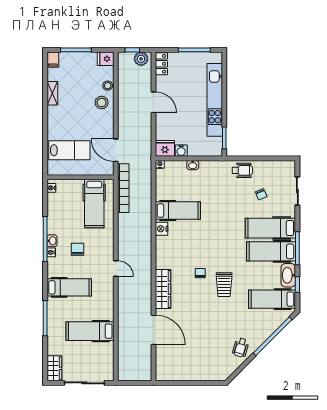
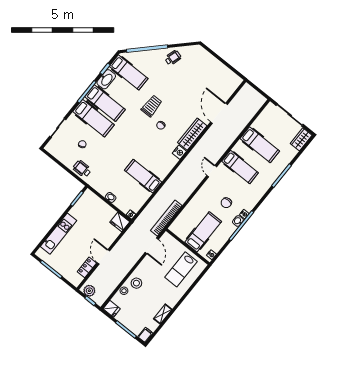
locker: (161, 64) -> (87, 267), moved
kitchen unit: (215, 100) -> (59, 234), width x0.73
lab bench: (69, 150) -> (181, 269), turned -90
water cooler: (181, 151) -> (111, 212), removed
hospital bed: (94, 204) -> (203, 232), moved
nightstand: (162, 229) -> (179, 152), moved
hospital bed: (69, 287) -> (240, 167), moved, turned 180

